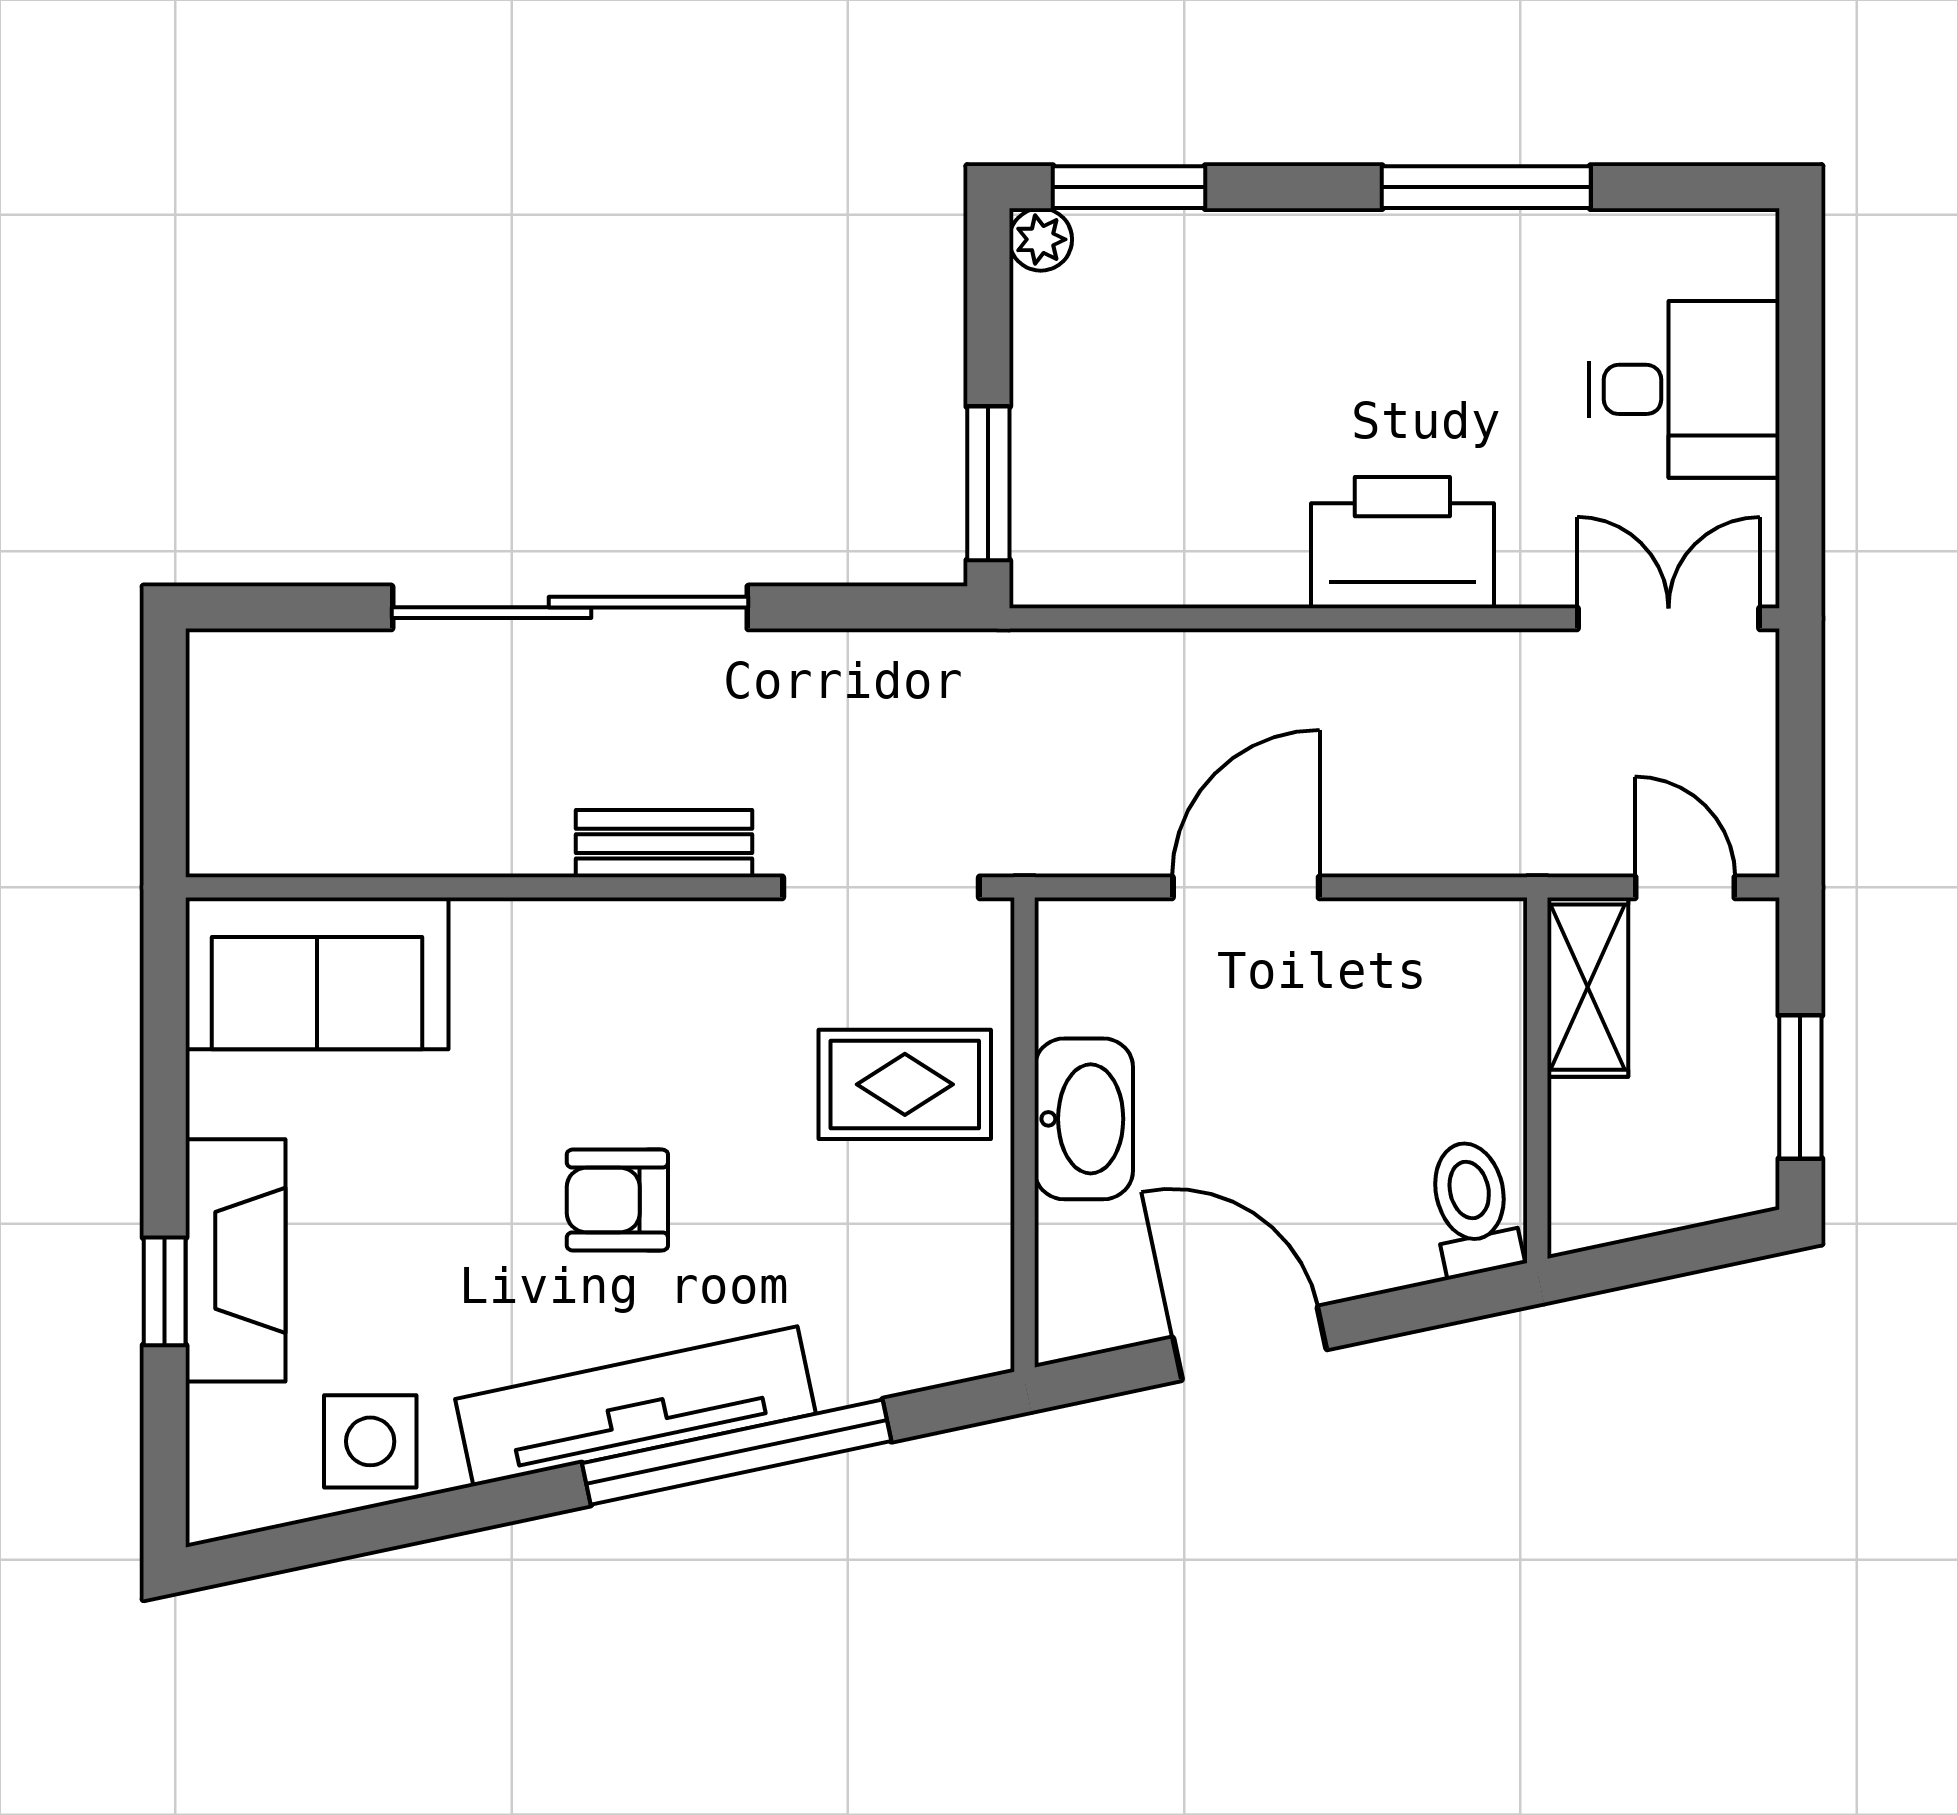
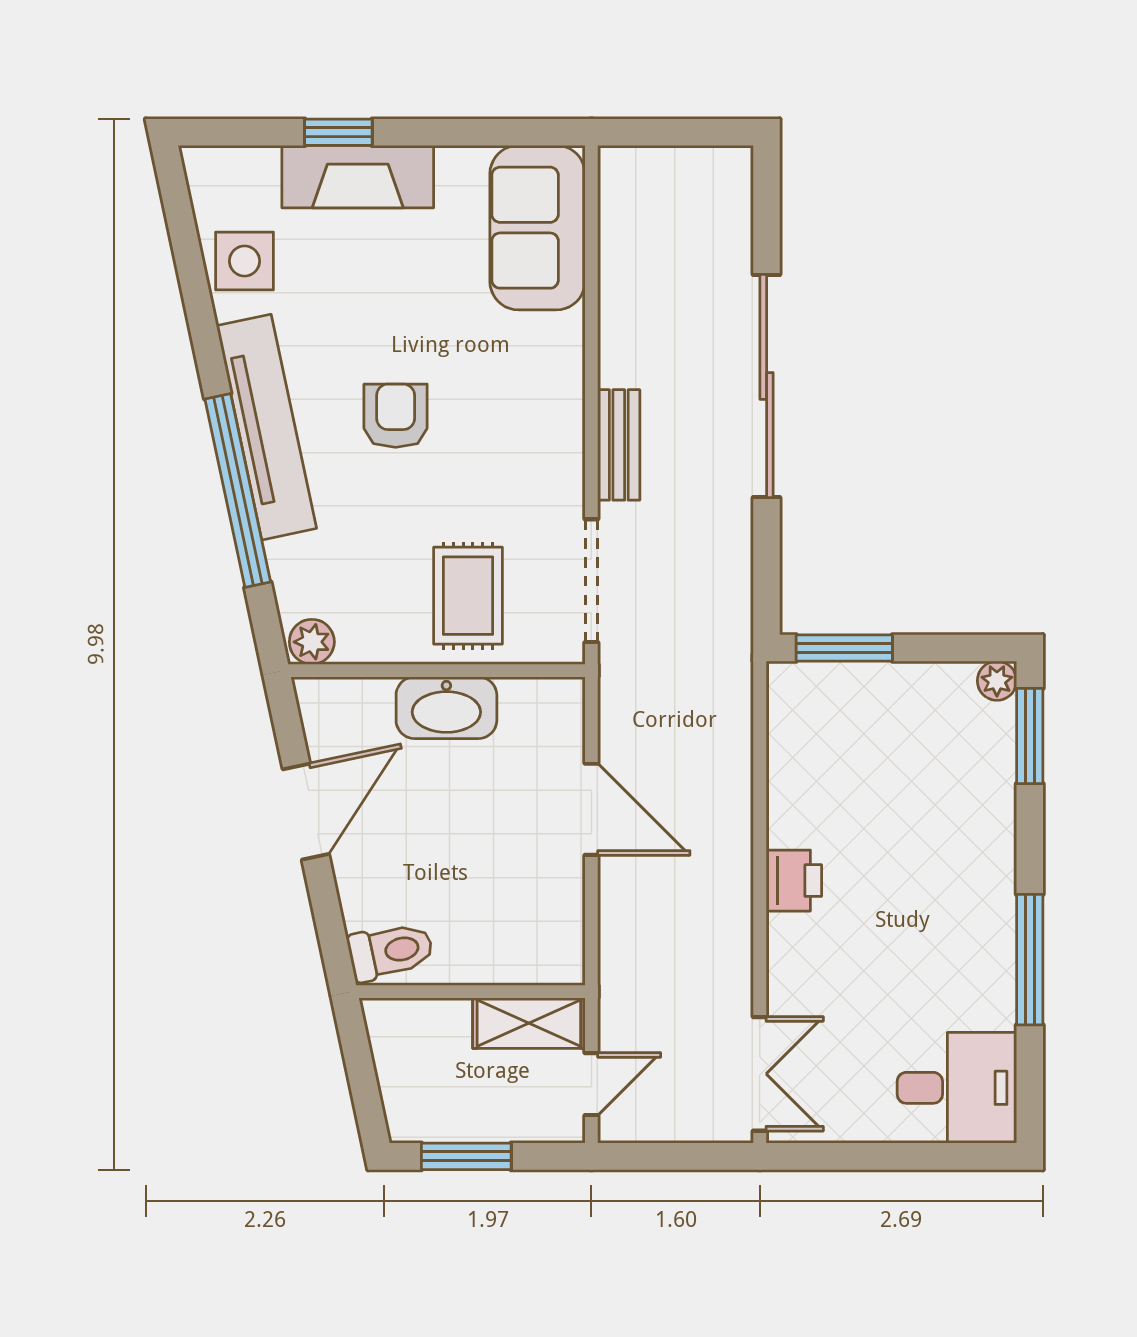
desk: (1684, 389) -> (957, 1088), moved, turned -90
printer: (1402, 543) -> (794, 881), width x0.53, depth x0.68
plant: (978, 1334) -> (312, 642), added

